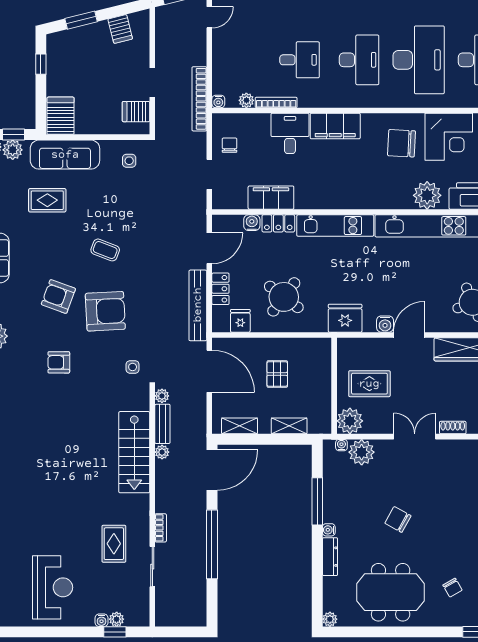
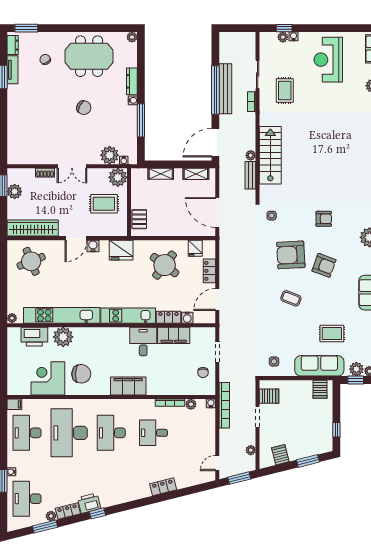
server rack: (61, 116) -> (320, 389), width x0.73, depth x0.70
desk: (290, 133) -> (143, 341), moved, turned 180
bench: (198, 305) -> (225, 89), moved
pallet: (277, 374) -> (139, 219), moved
plant: (162, 396) -> (251, 450), moved

